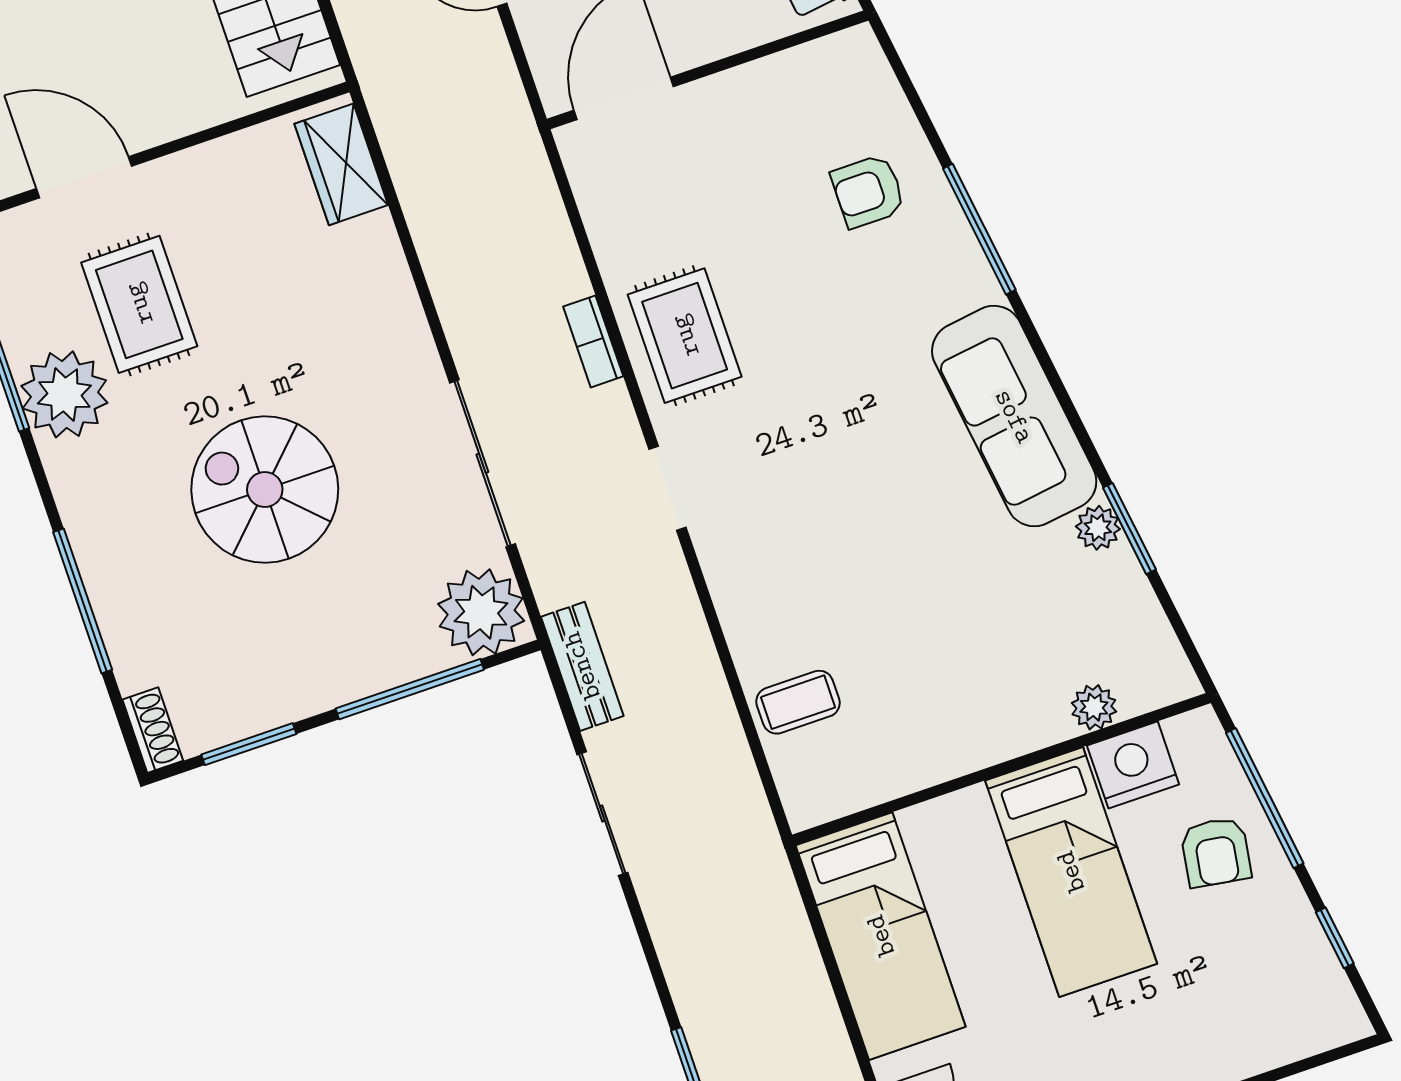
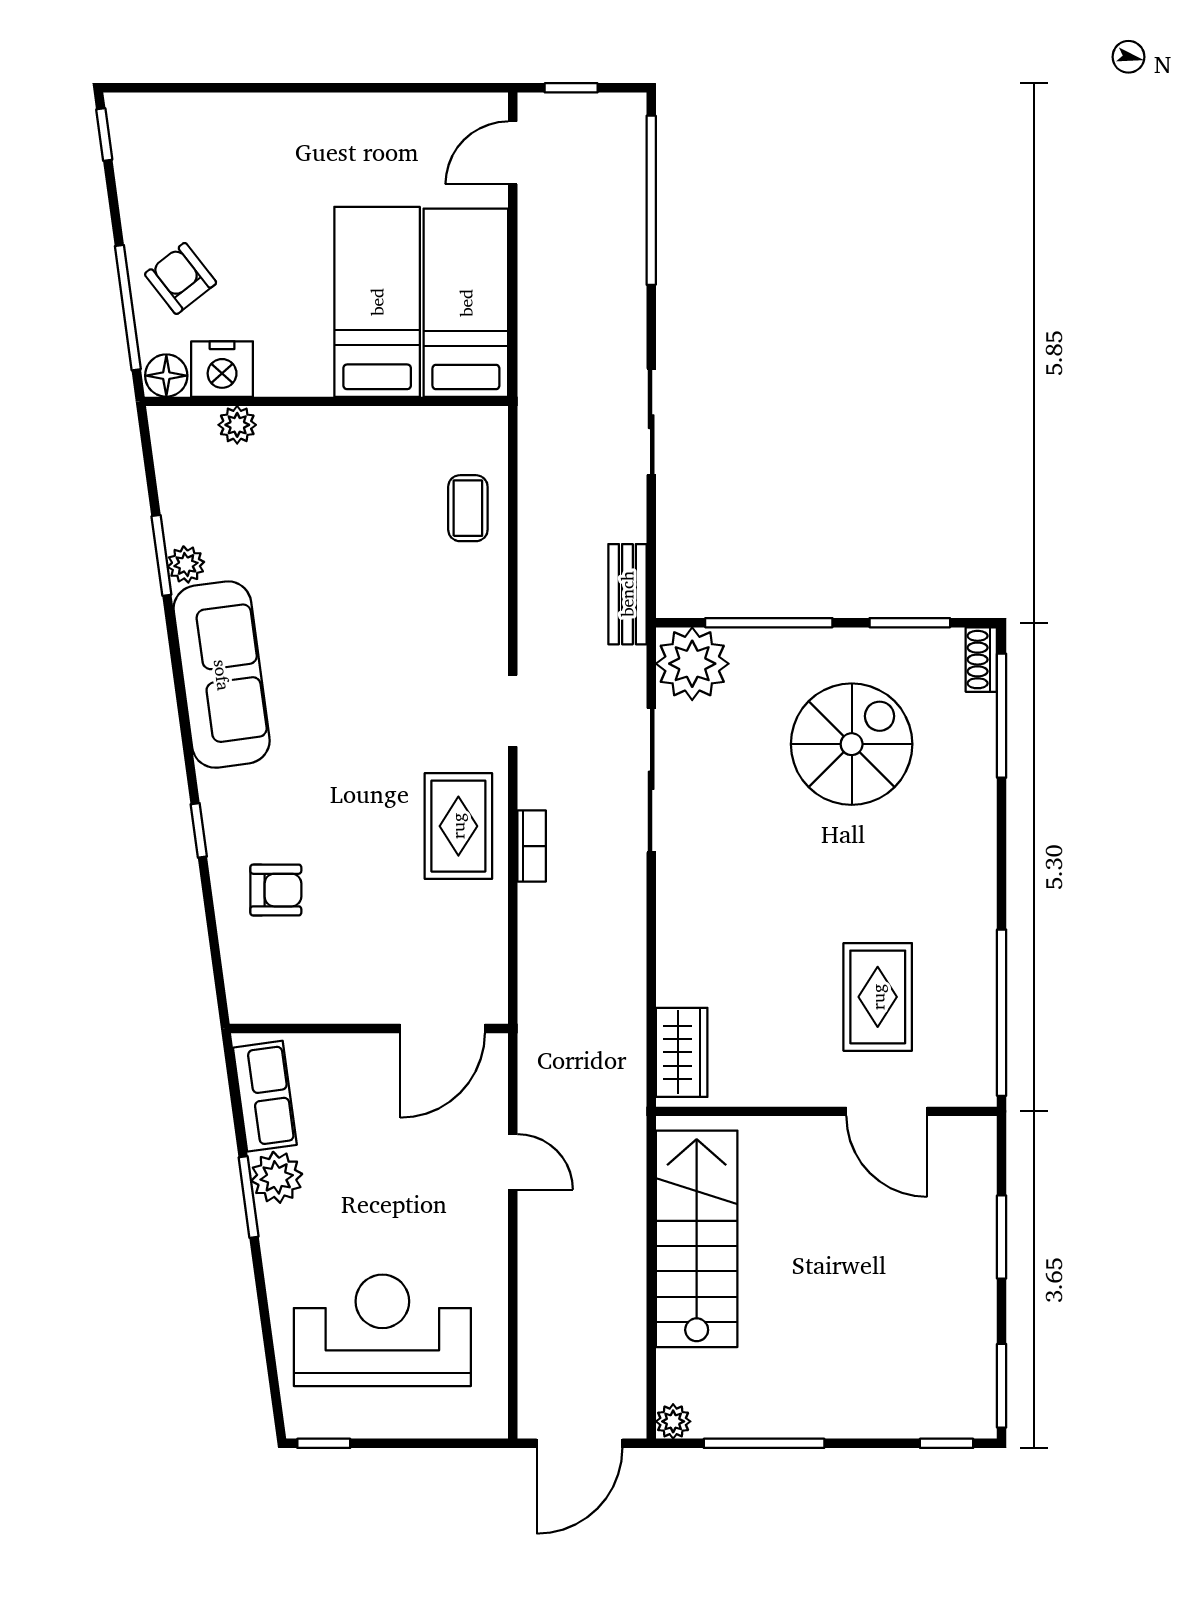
window: (979, 229) -> (199, 830), width x0.46
plant: (64, 394) -> (960, 946), removed
spiral stairs: (265, 490) -> (852, 744), moved, turned -90
window: (83, 601) -> (1002, 716), moved
coffee table: (798, 702) -> (468, 508), turned 90
floor lamp: (1194, 736) -> (166, 376), added
sliding door: (602, 813) -> (651, 422), moved
armchair: (1216, 852) -> (181, 278), turned -47
bed: (1071, 872) -> (377, 302), moved
window: (1335, 938) -> (104, 135), moved

